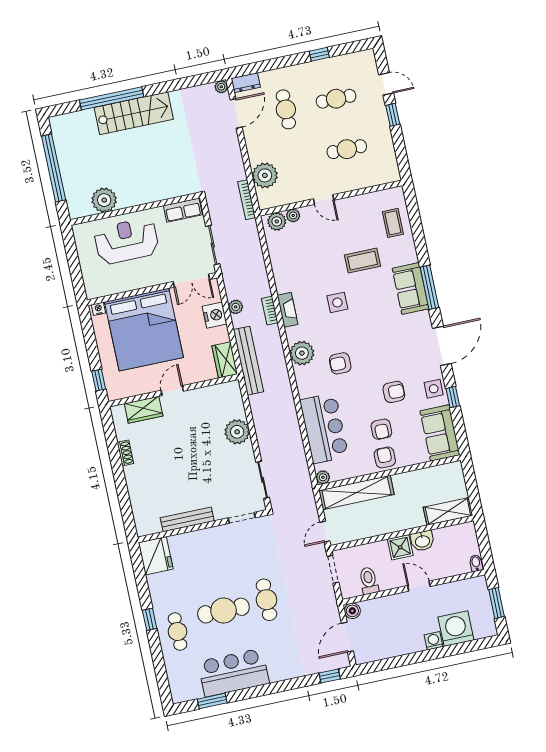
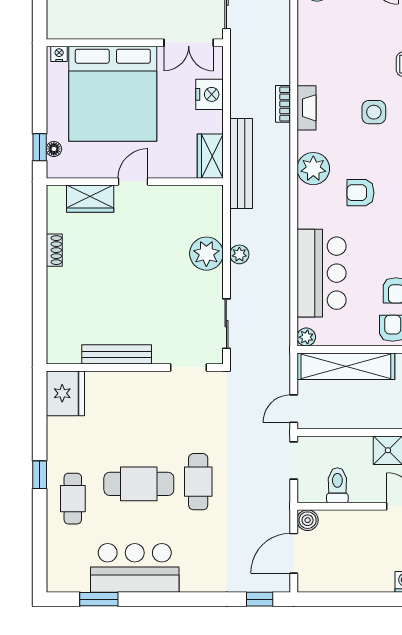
plant: (236, 307) -> (239, 254), moved
floor lamp: (109, 379) -> (54, 149), added

